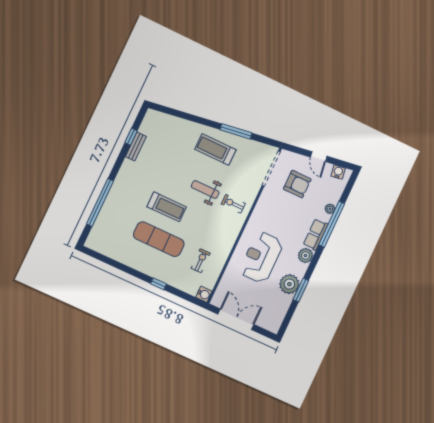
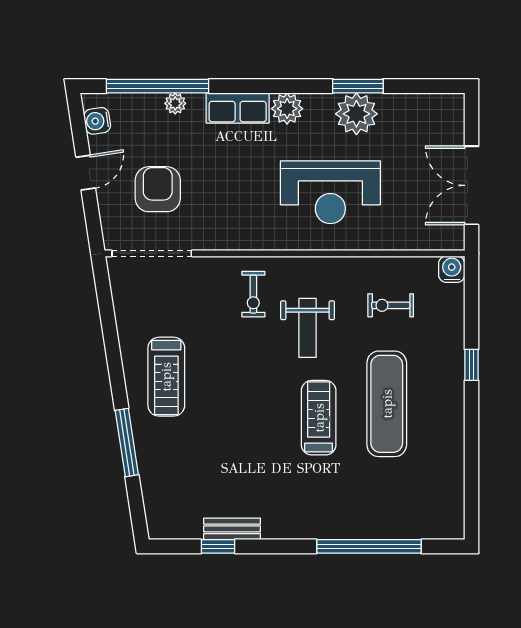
window: (236, 131) -> (127, 443), moved
weight bench: (205, 189) -> (308, 328), moved
window: (332, 224) -> (157, 86), moved

